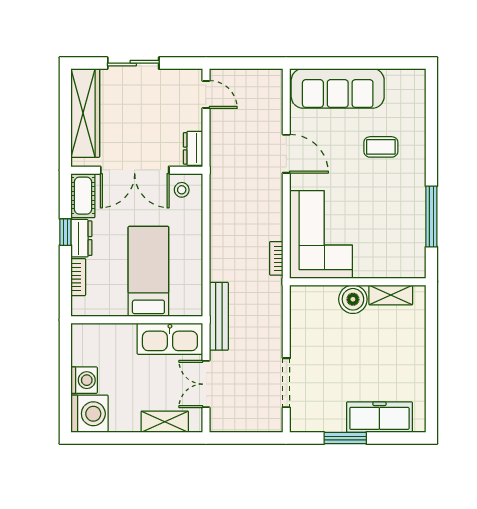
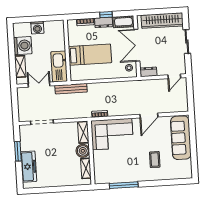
shelving: (313, 296) -> (83, 132), added
washing machine: (90, 414) -> (23, 46), moved, turned -90

